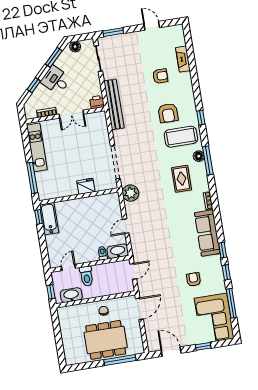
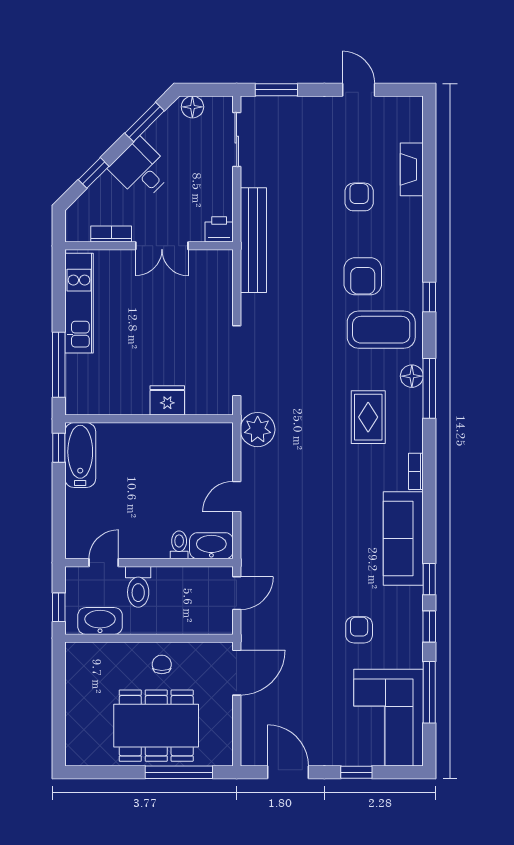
armchair: (160, 76) -> (359, 197), turned -90

